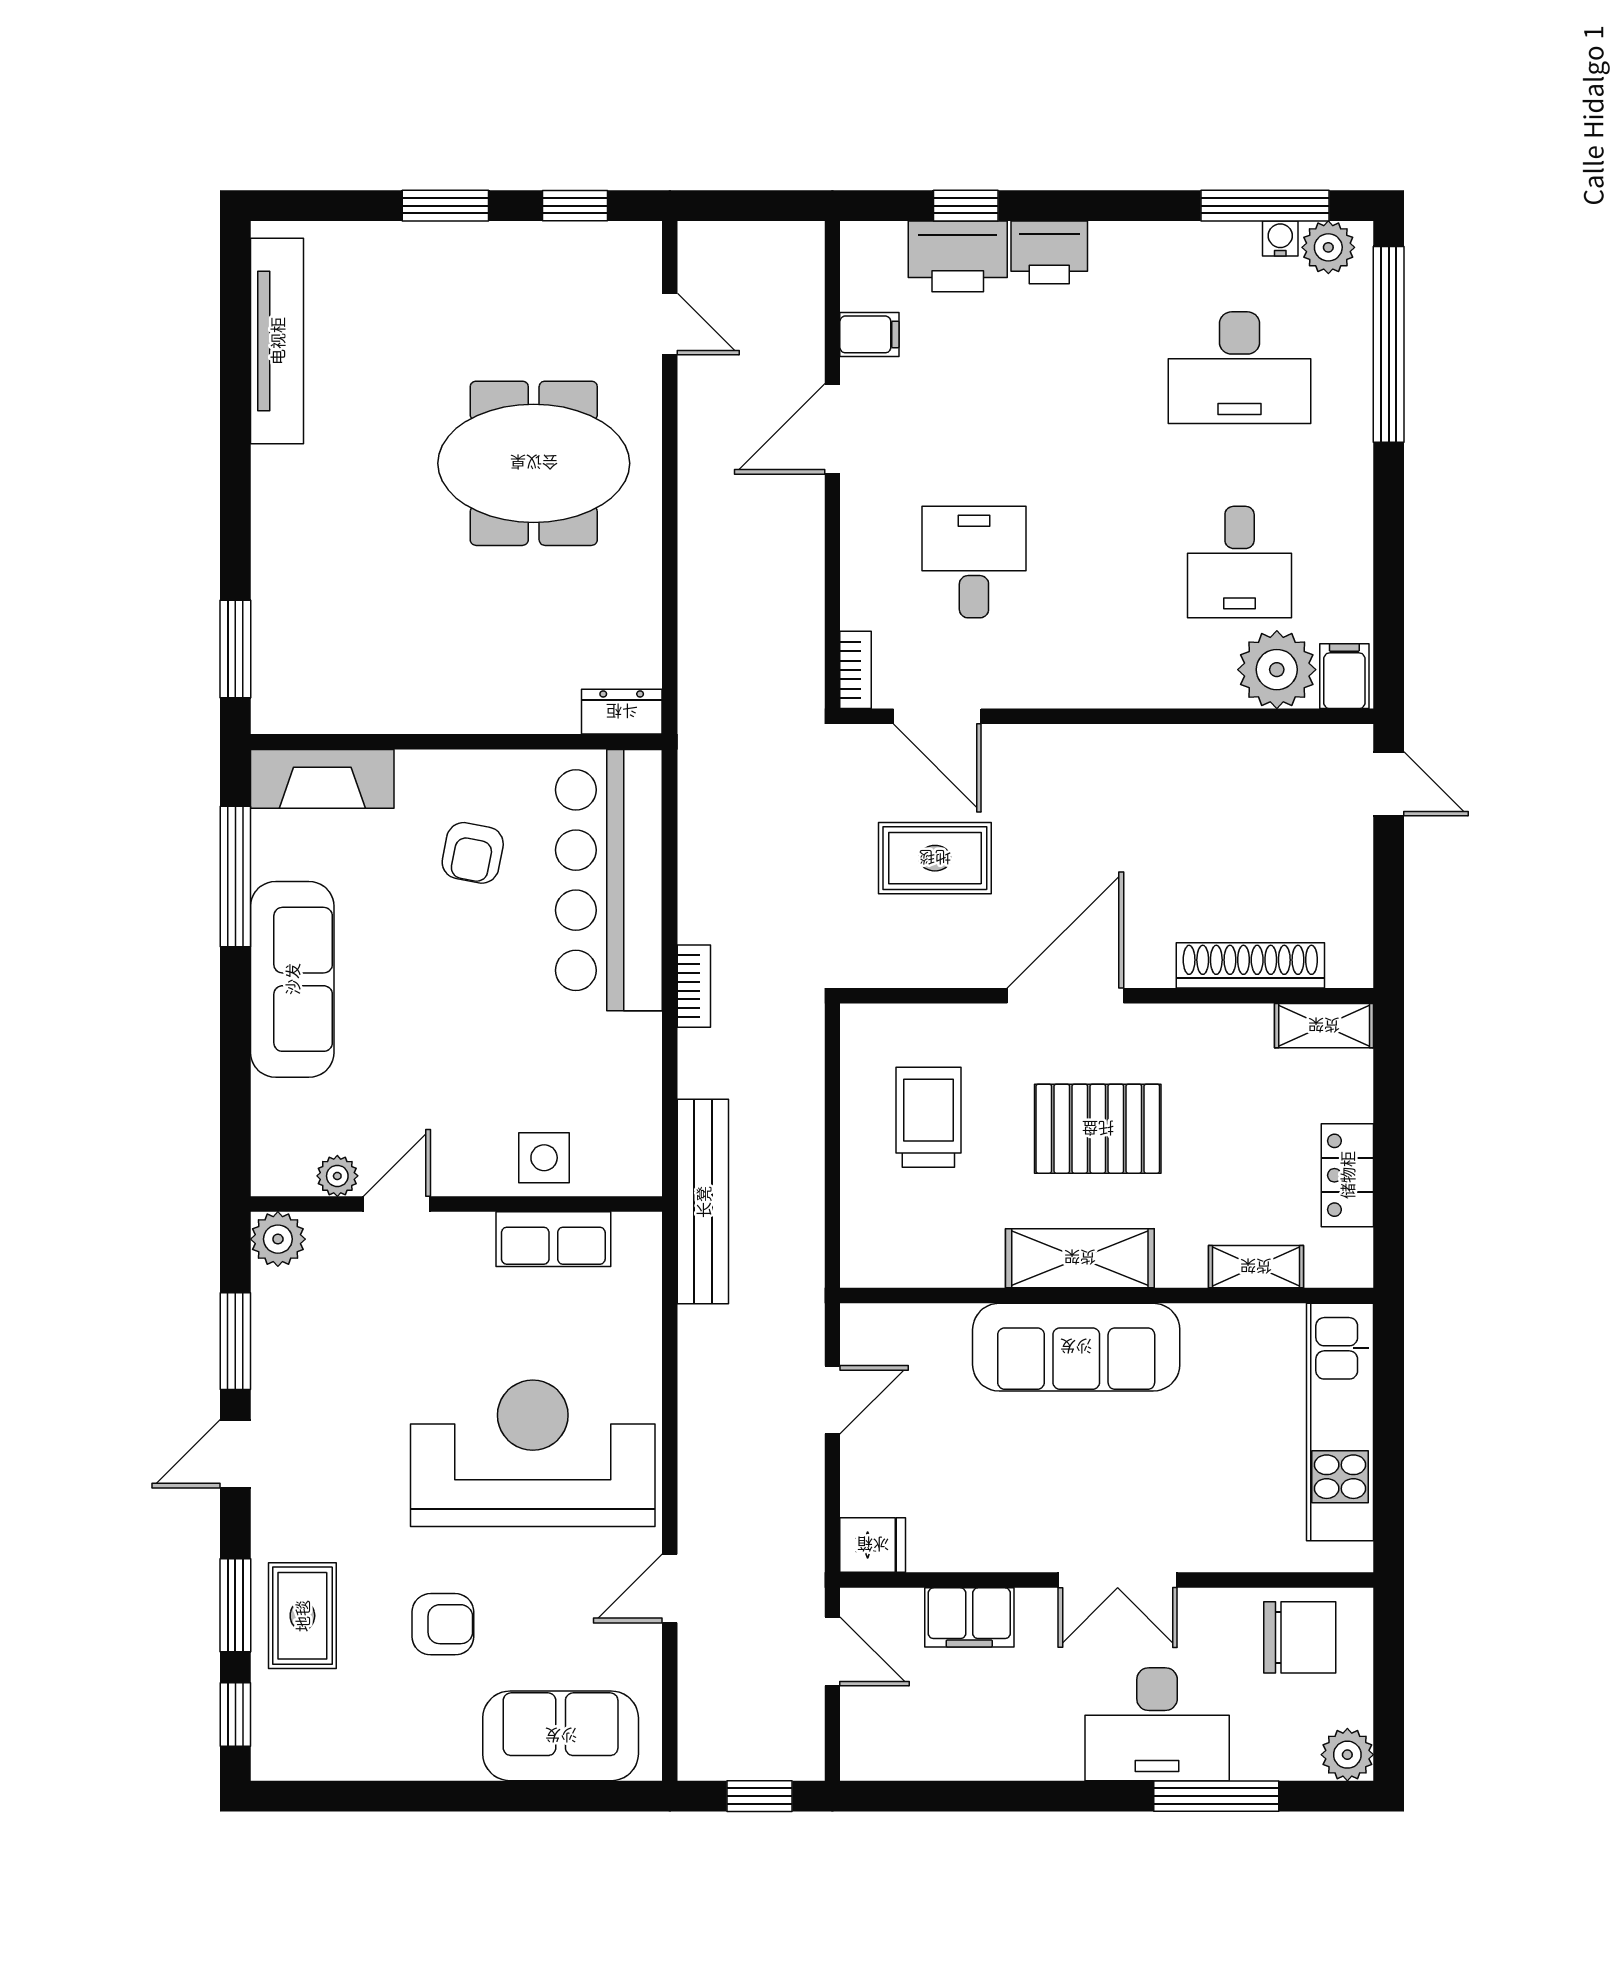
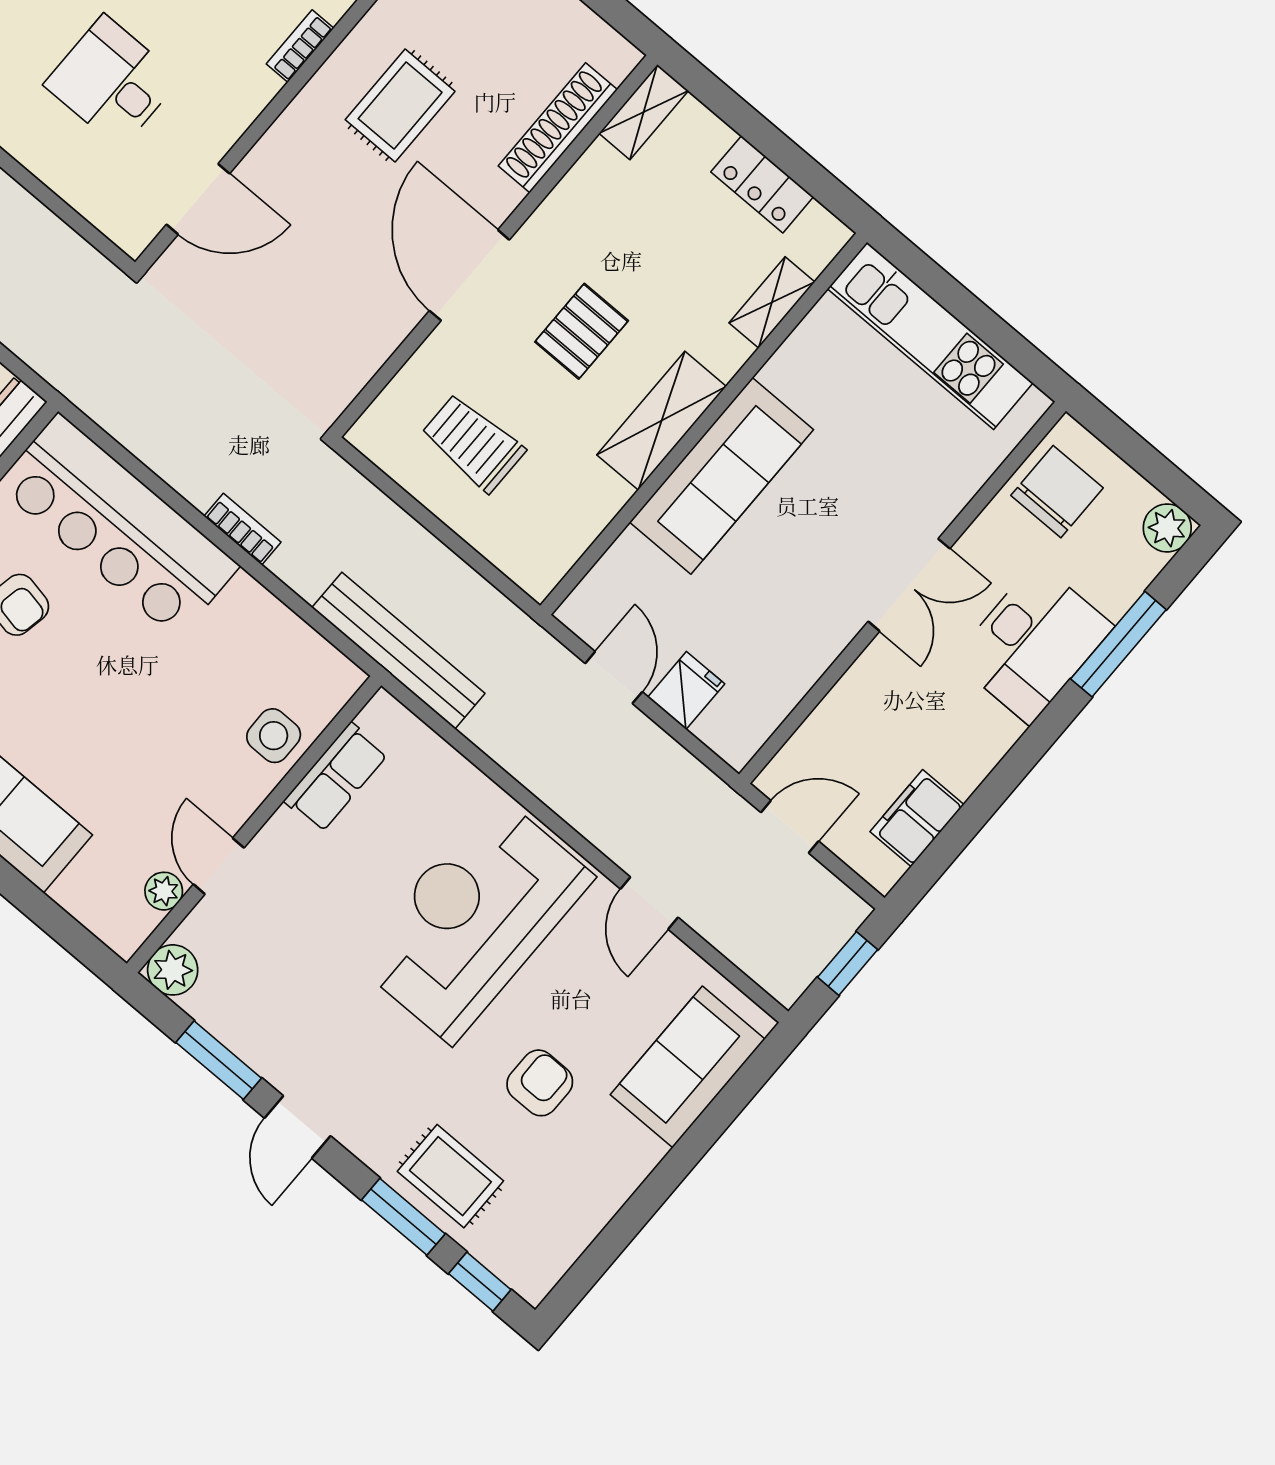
bookcase: (856, 670) -> (300, 46), moved, turned -90
rug: (935, 858) -> (400, 106), moved
pallet: (1098, 1129) -> (582, 331), width x0.67, depth x0.71
fridge: (873, 1545) -> (686, 690), moved
filing cabinet: (969, 1617) -> (917, 818), moved, turned 180

